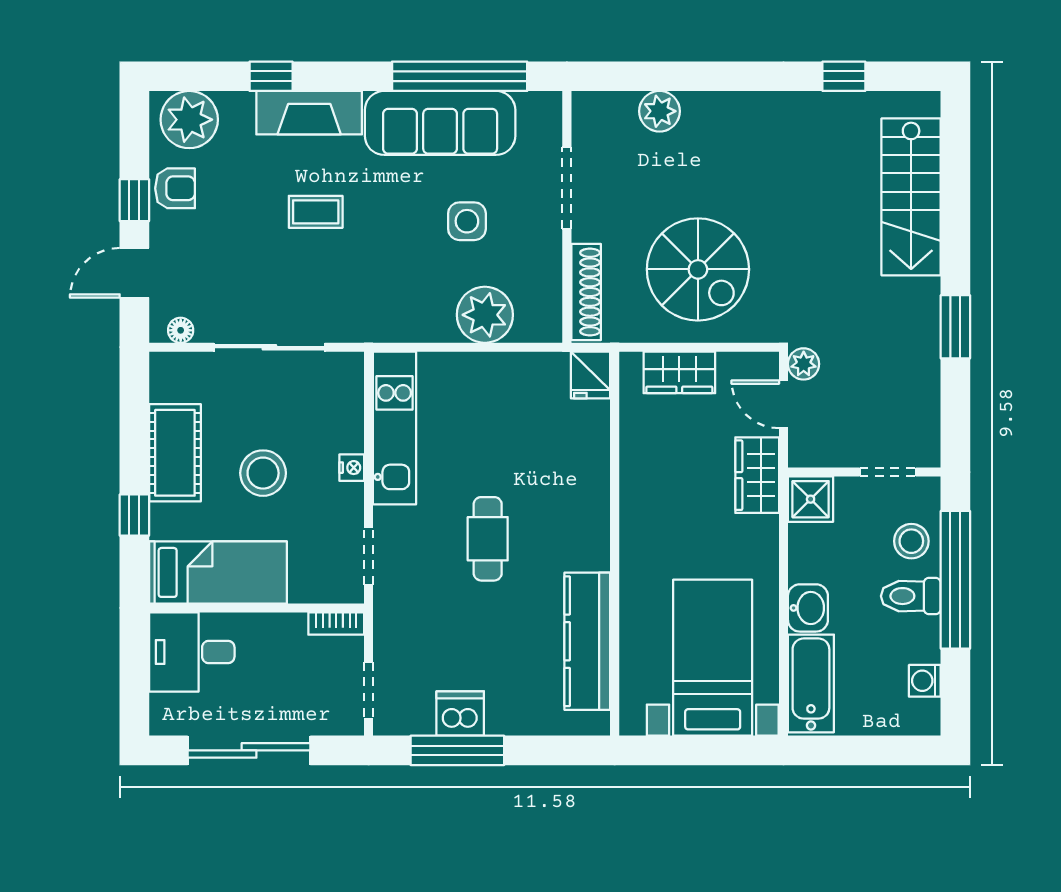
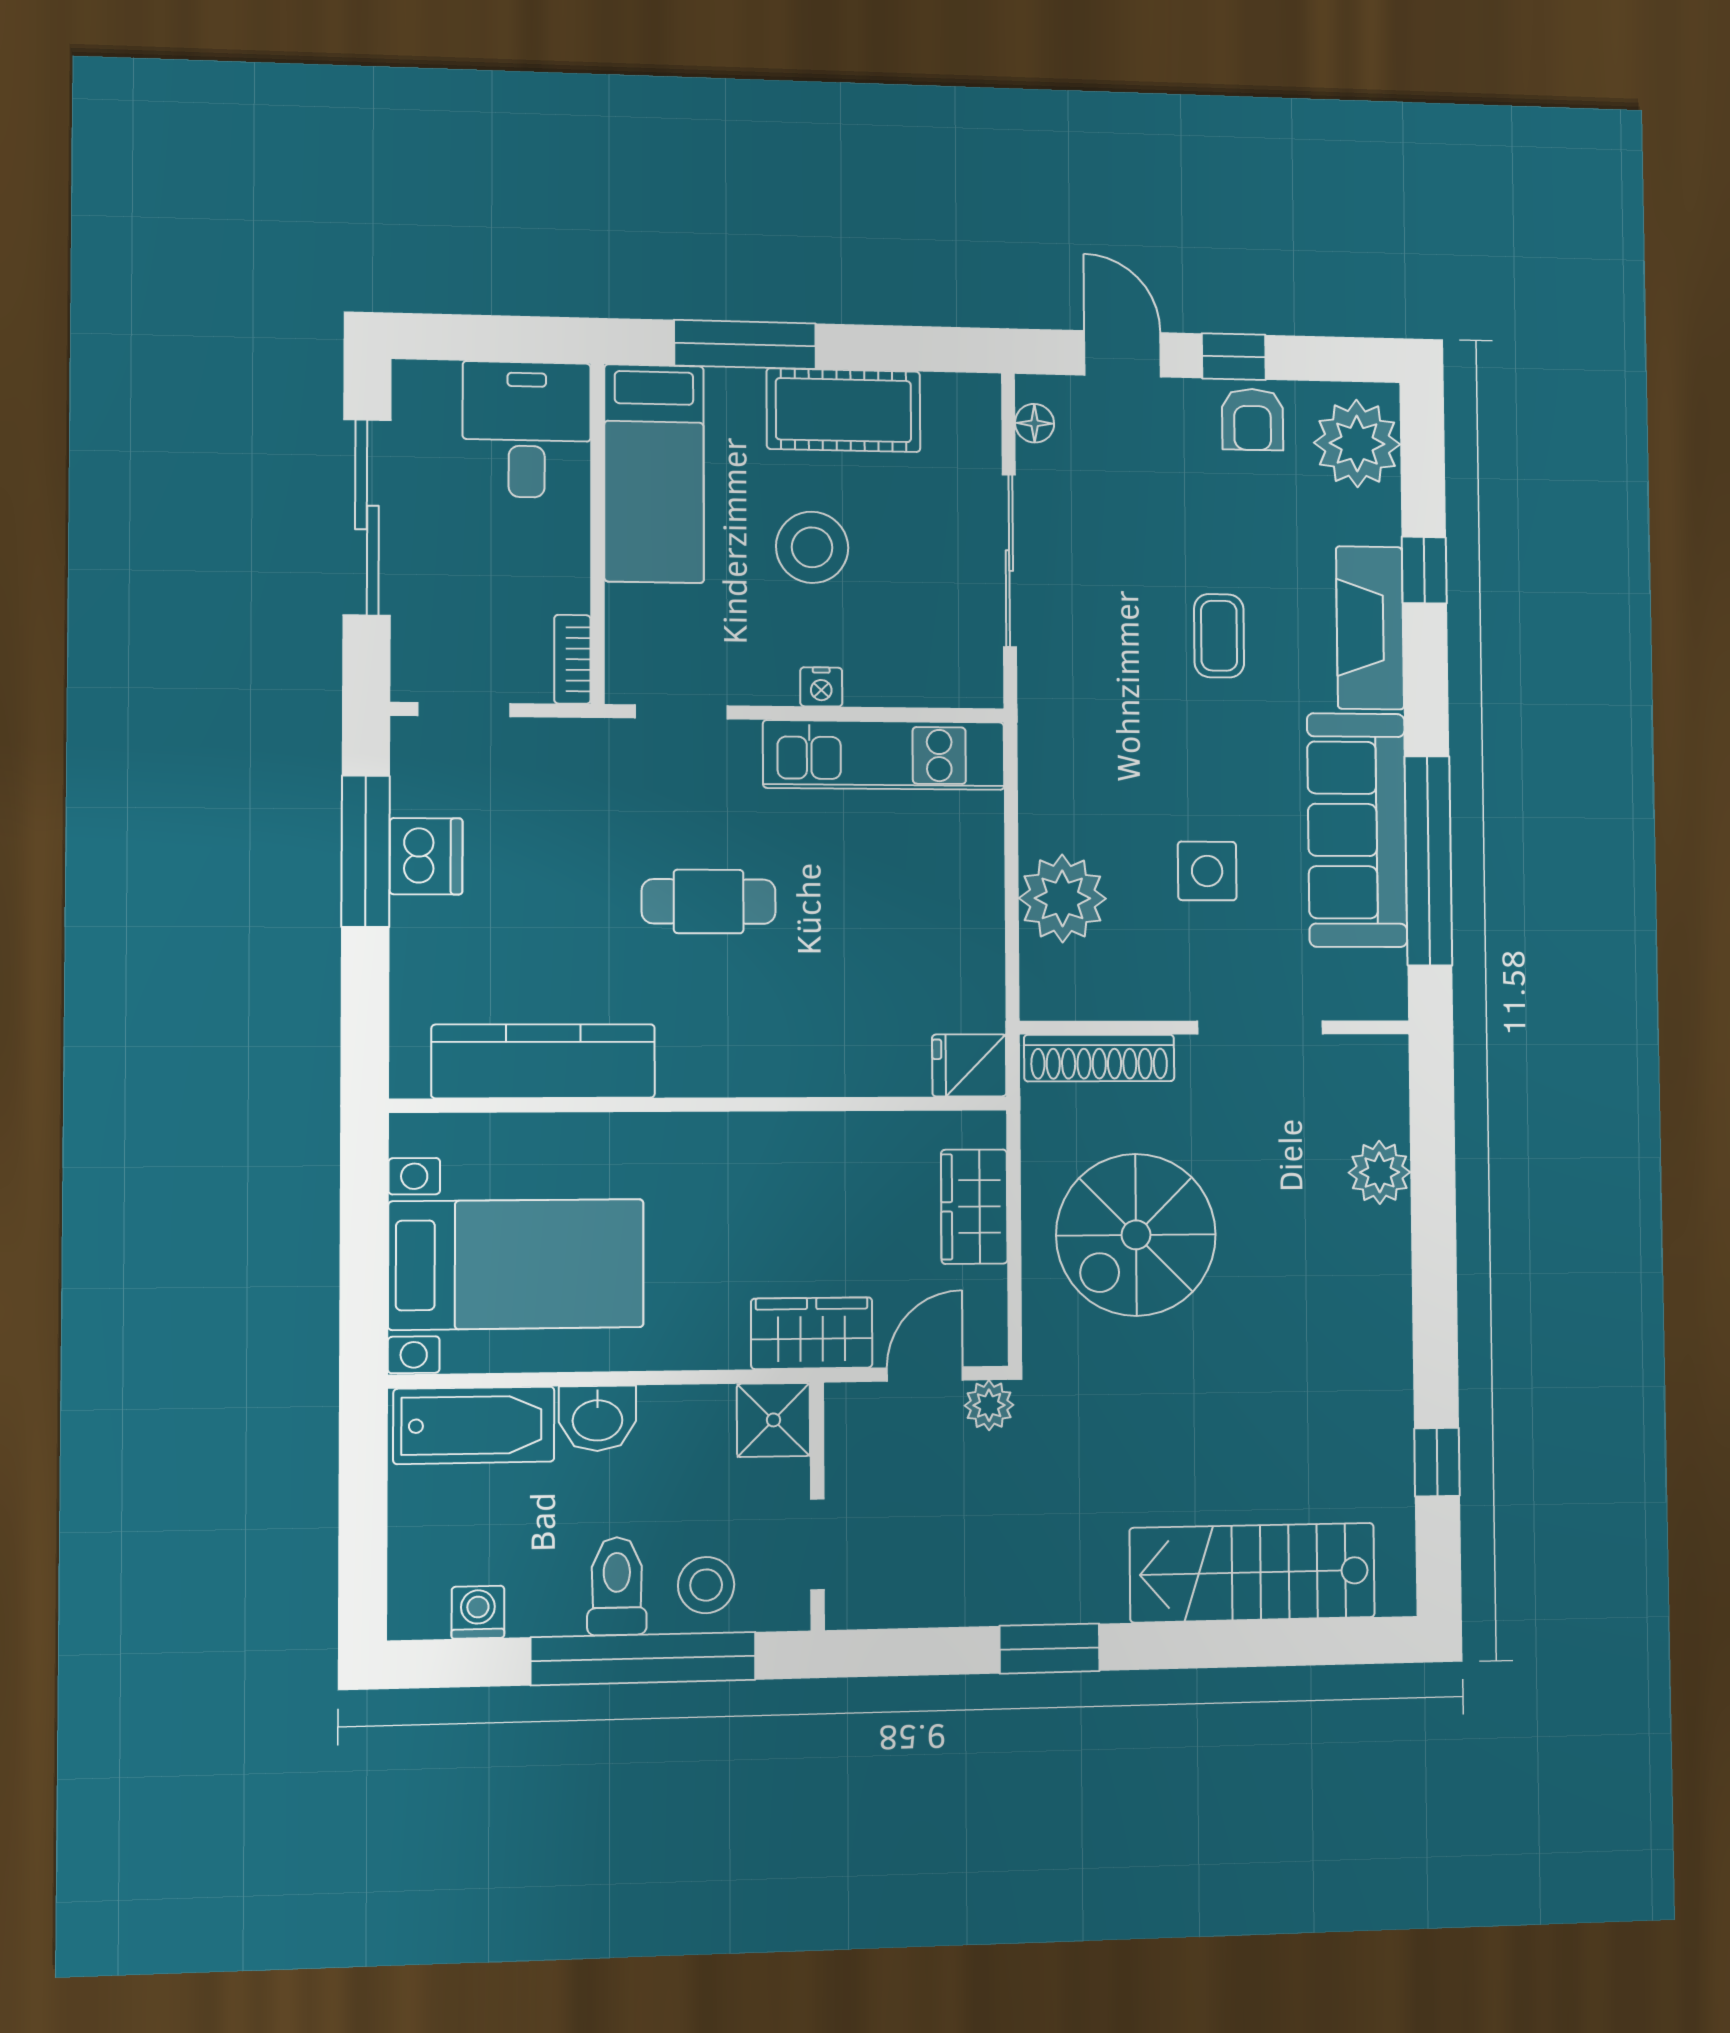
window: (134, 515) -> (745, 344), width x2.17

